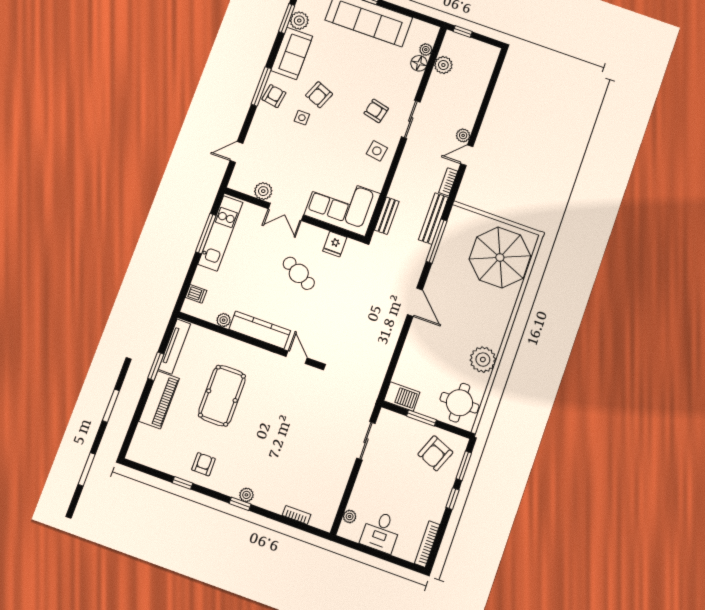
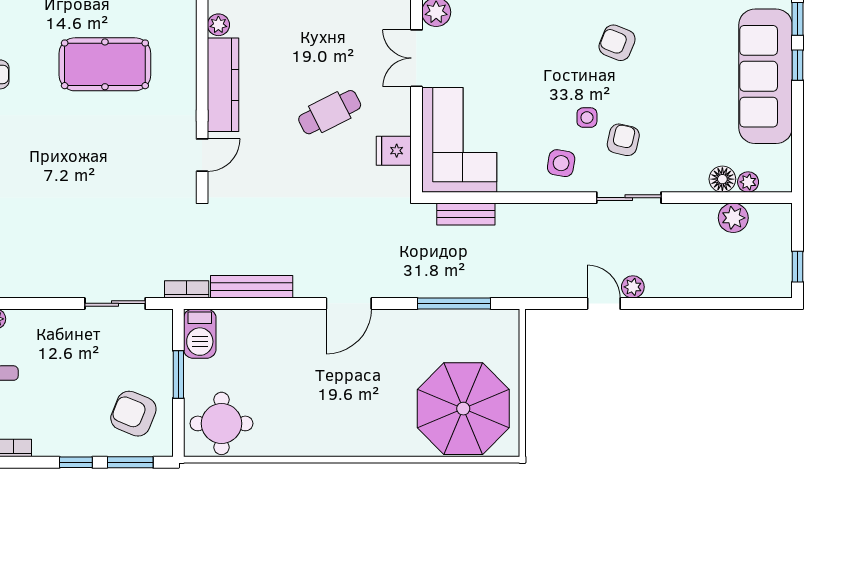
window: (463, 32) -> (798, 267), moved
side table: (302, 118) -> (587, 118), moved
bookcase: (448, 182) -> (187, 289), moved
bench: (433, 219) -> (252, 287), moved
cafe table: (299, 273) -> (330, 112), turned 35
plant: (483, 360) -> (299, 436), removed

